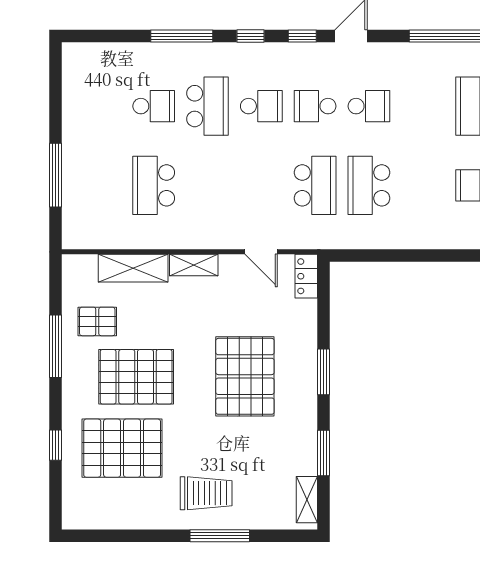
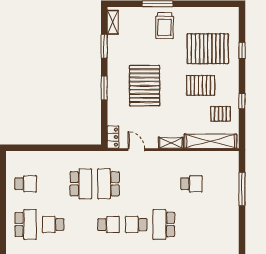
school desk: (154, 106) -> (191, 225), removed
school desk: (369, 106) -> (53, 225), moved
school desk: (154, 185) -> (191, 184), width x0.54
shelving: (133, 268) -> (210, 141), width x1.47
window: (55, 346) -> (242, 101), width x0.46
pallet: (136, 377) -> (201, 85), width x0.73, depth x0.71
trolley: (206, 493) -> (165, 26), turned -90

